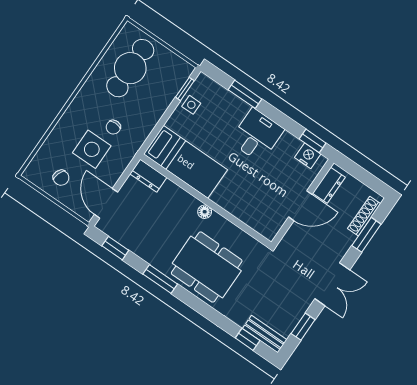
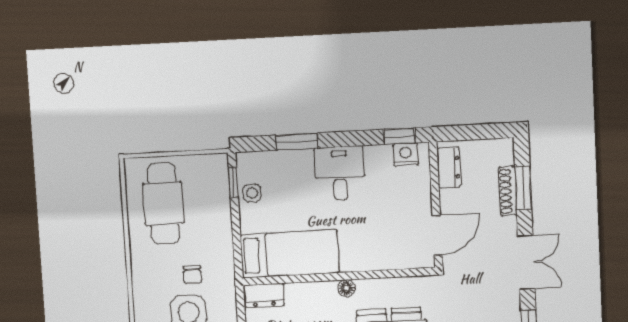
door: (300, 206) -> (437, 235), moved
shoe rack: (364, 216) -> (508, 191), moved

